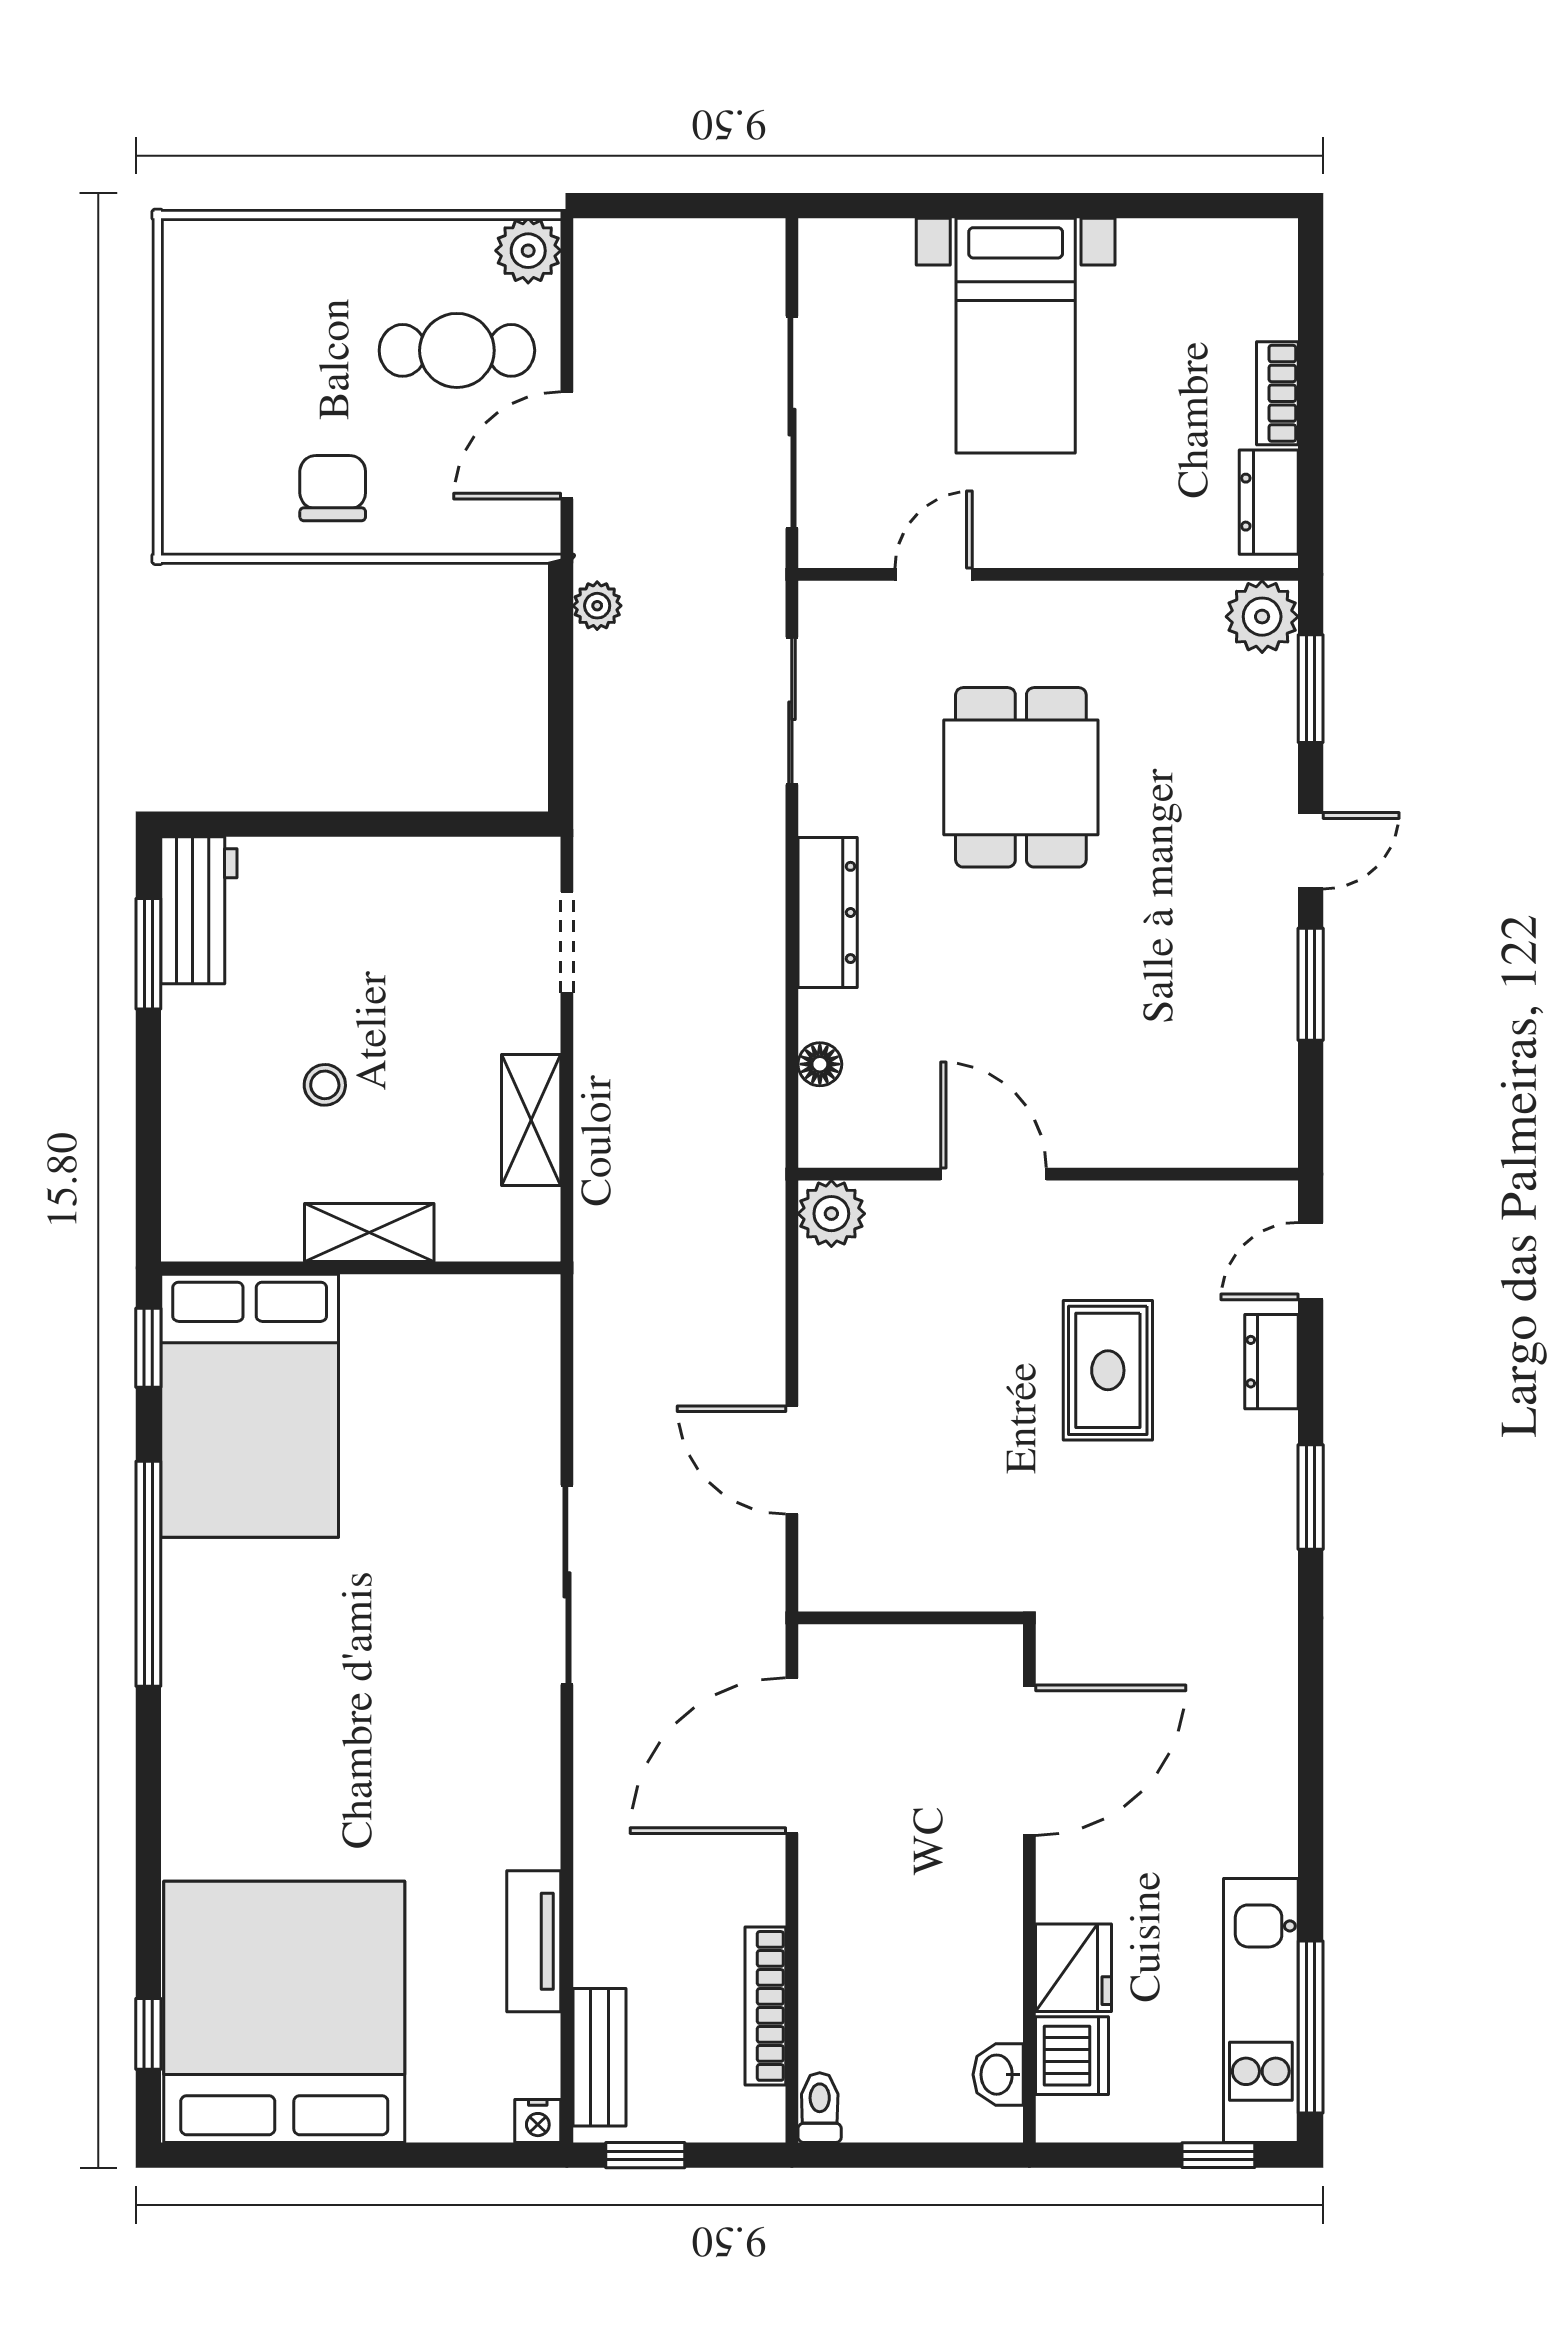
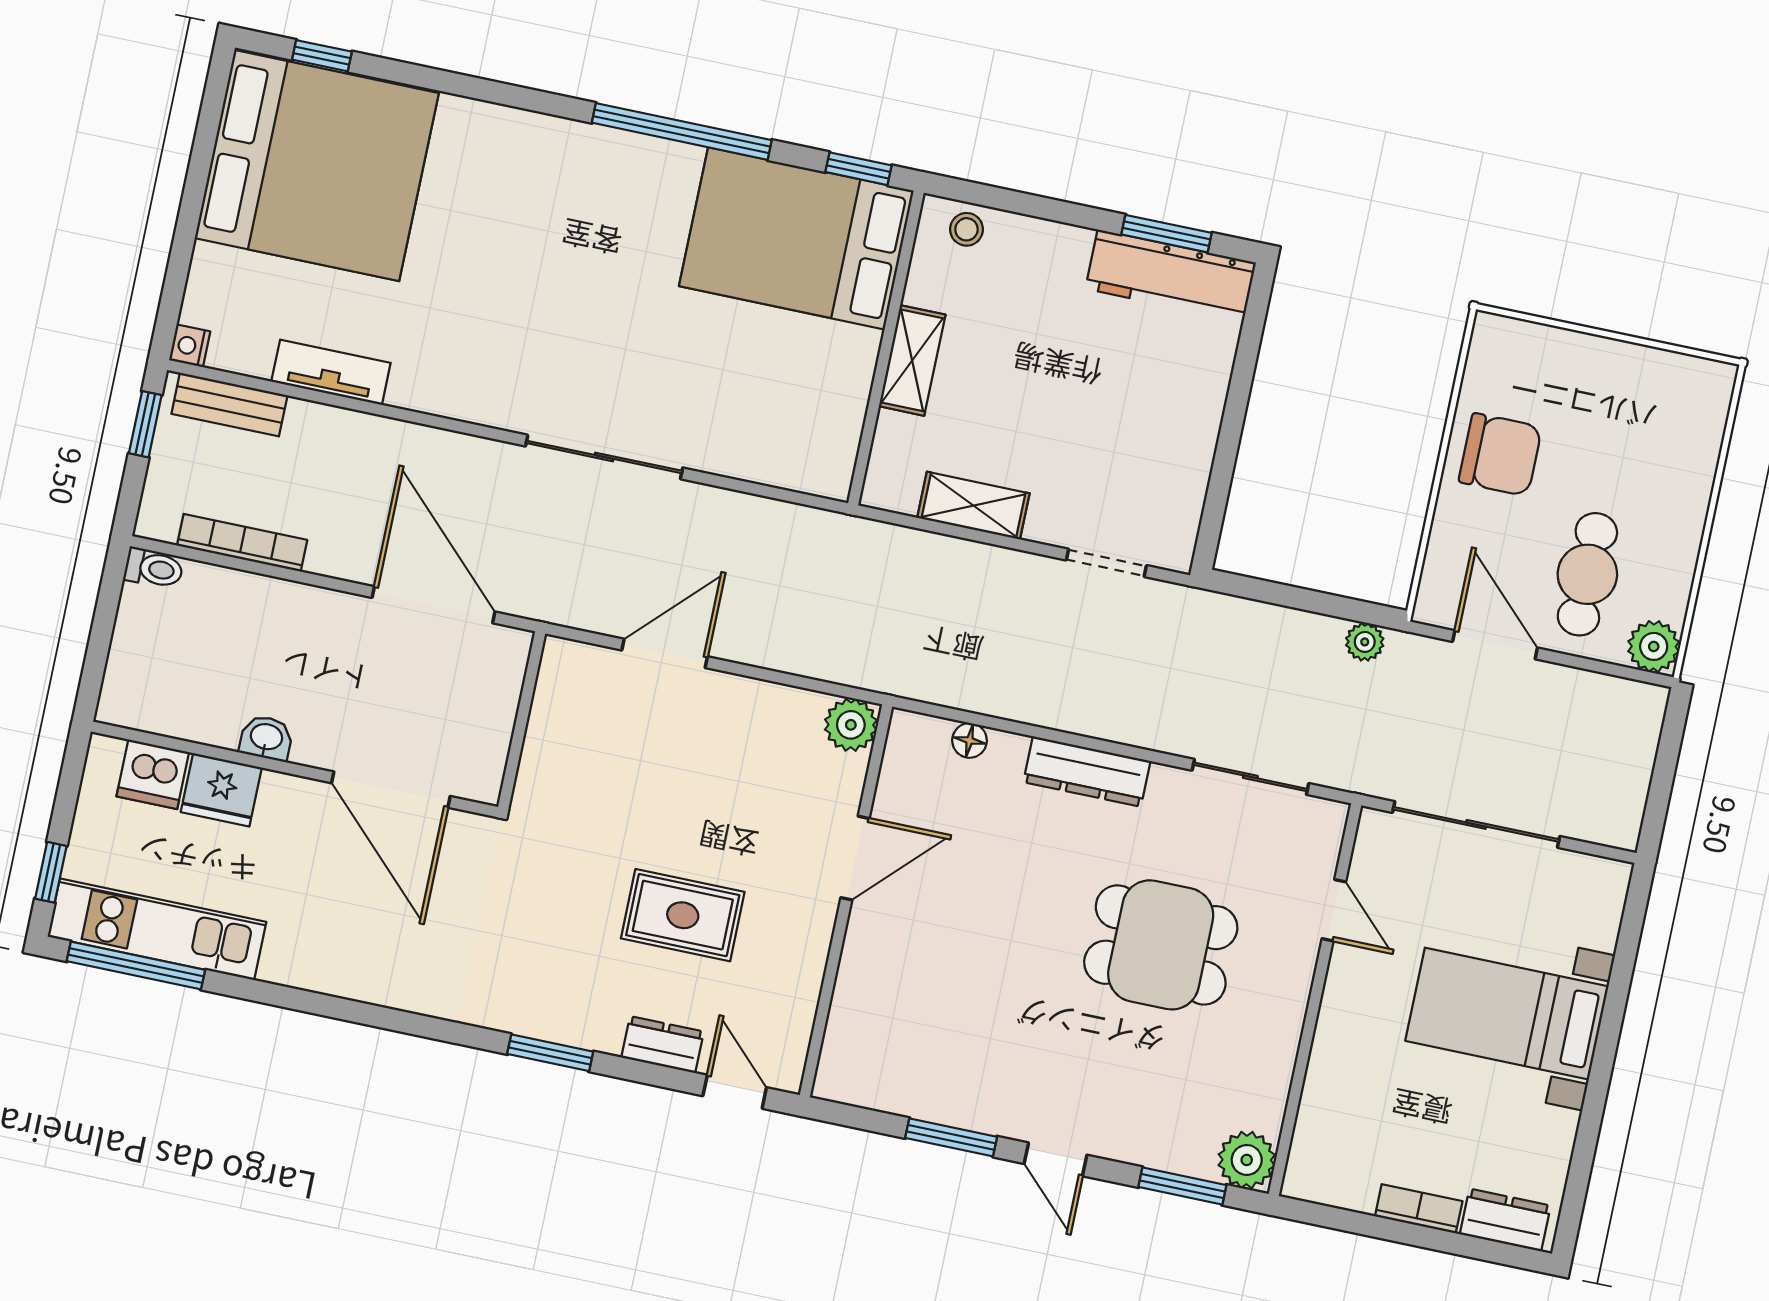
chair: (333, 488) -> (1500, 455), width x1.37, depth x1.37
dresser: (1269, 502) -> (1505, 1220), moved
workbench: (199, 910) -> (1171, 276), width x1.37
stool: (325, 1085) -> (967, 229), moved
washbasin: (998, 2075) -> (266, 738), moved

